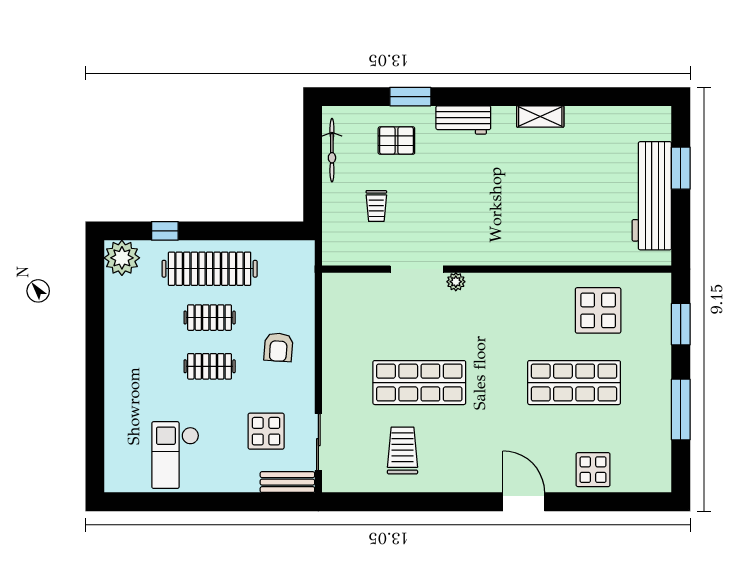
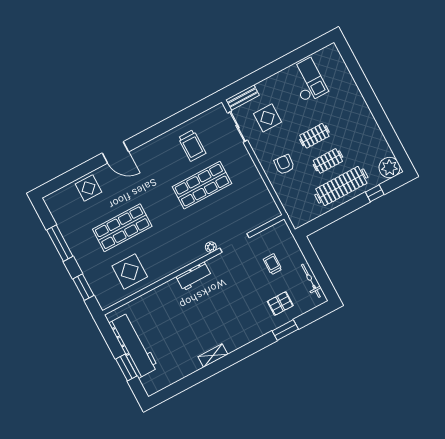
workbench: (463, 120) -> (194, 276), moved, turned 180

